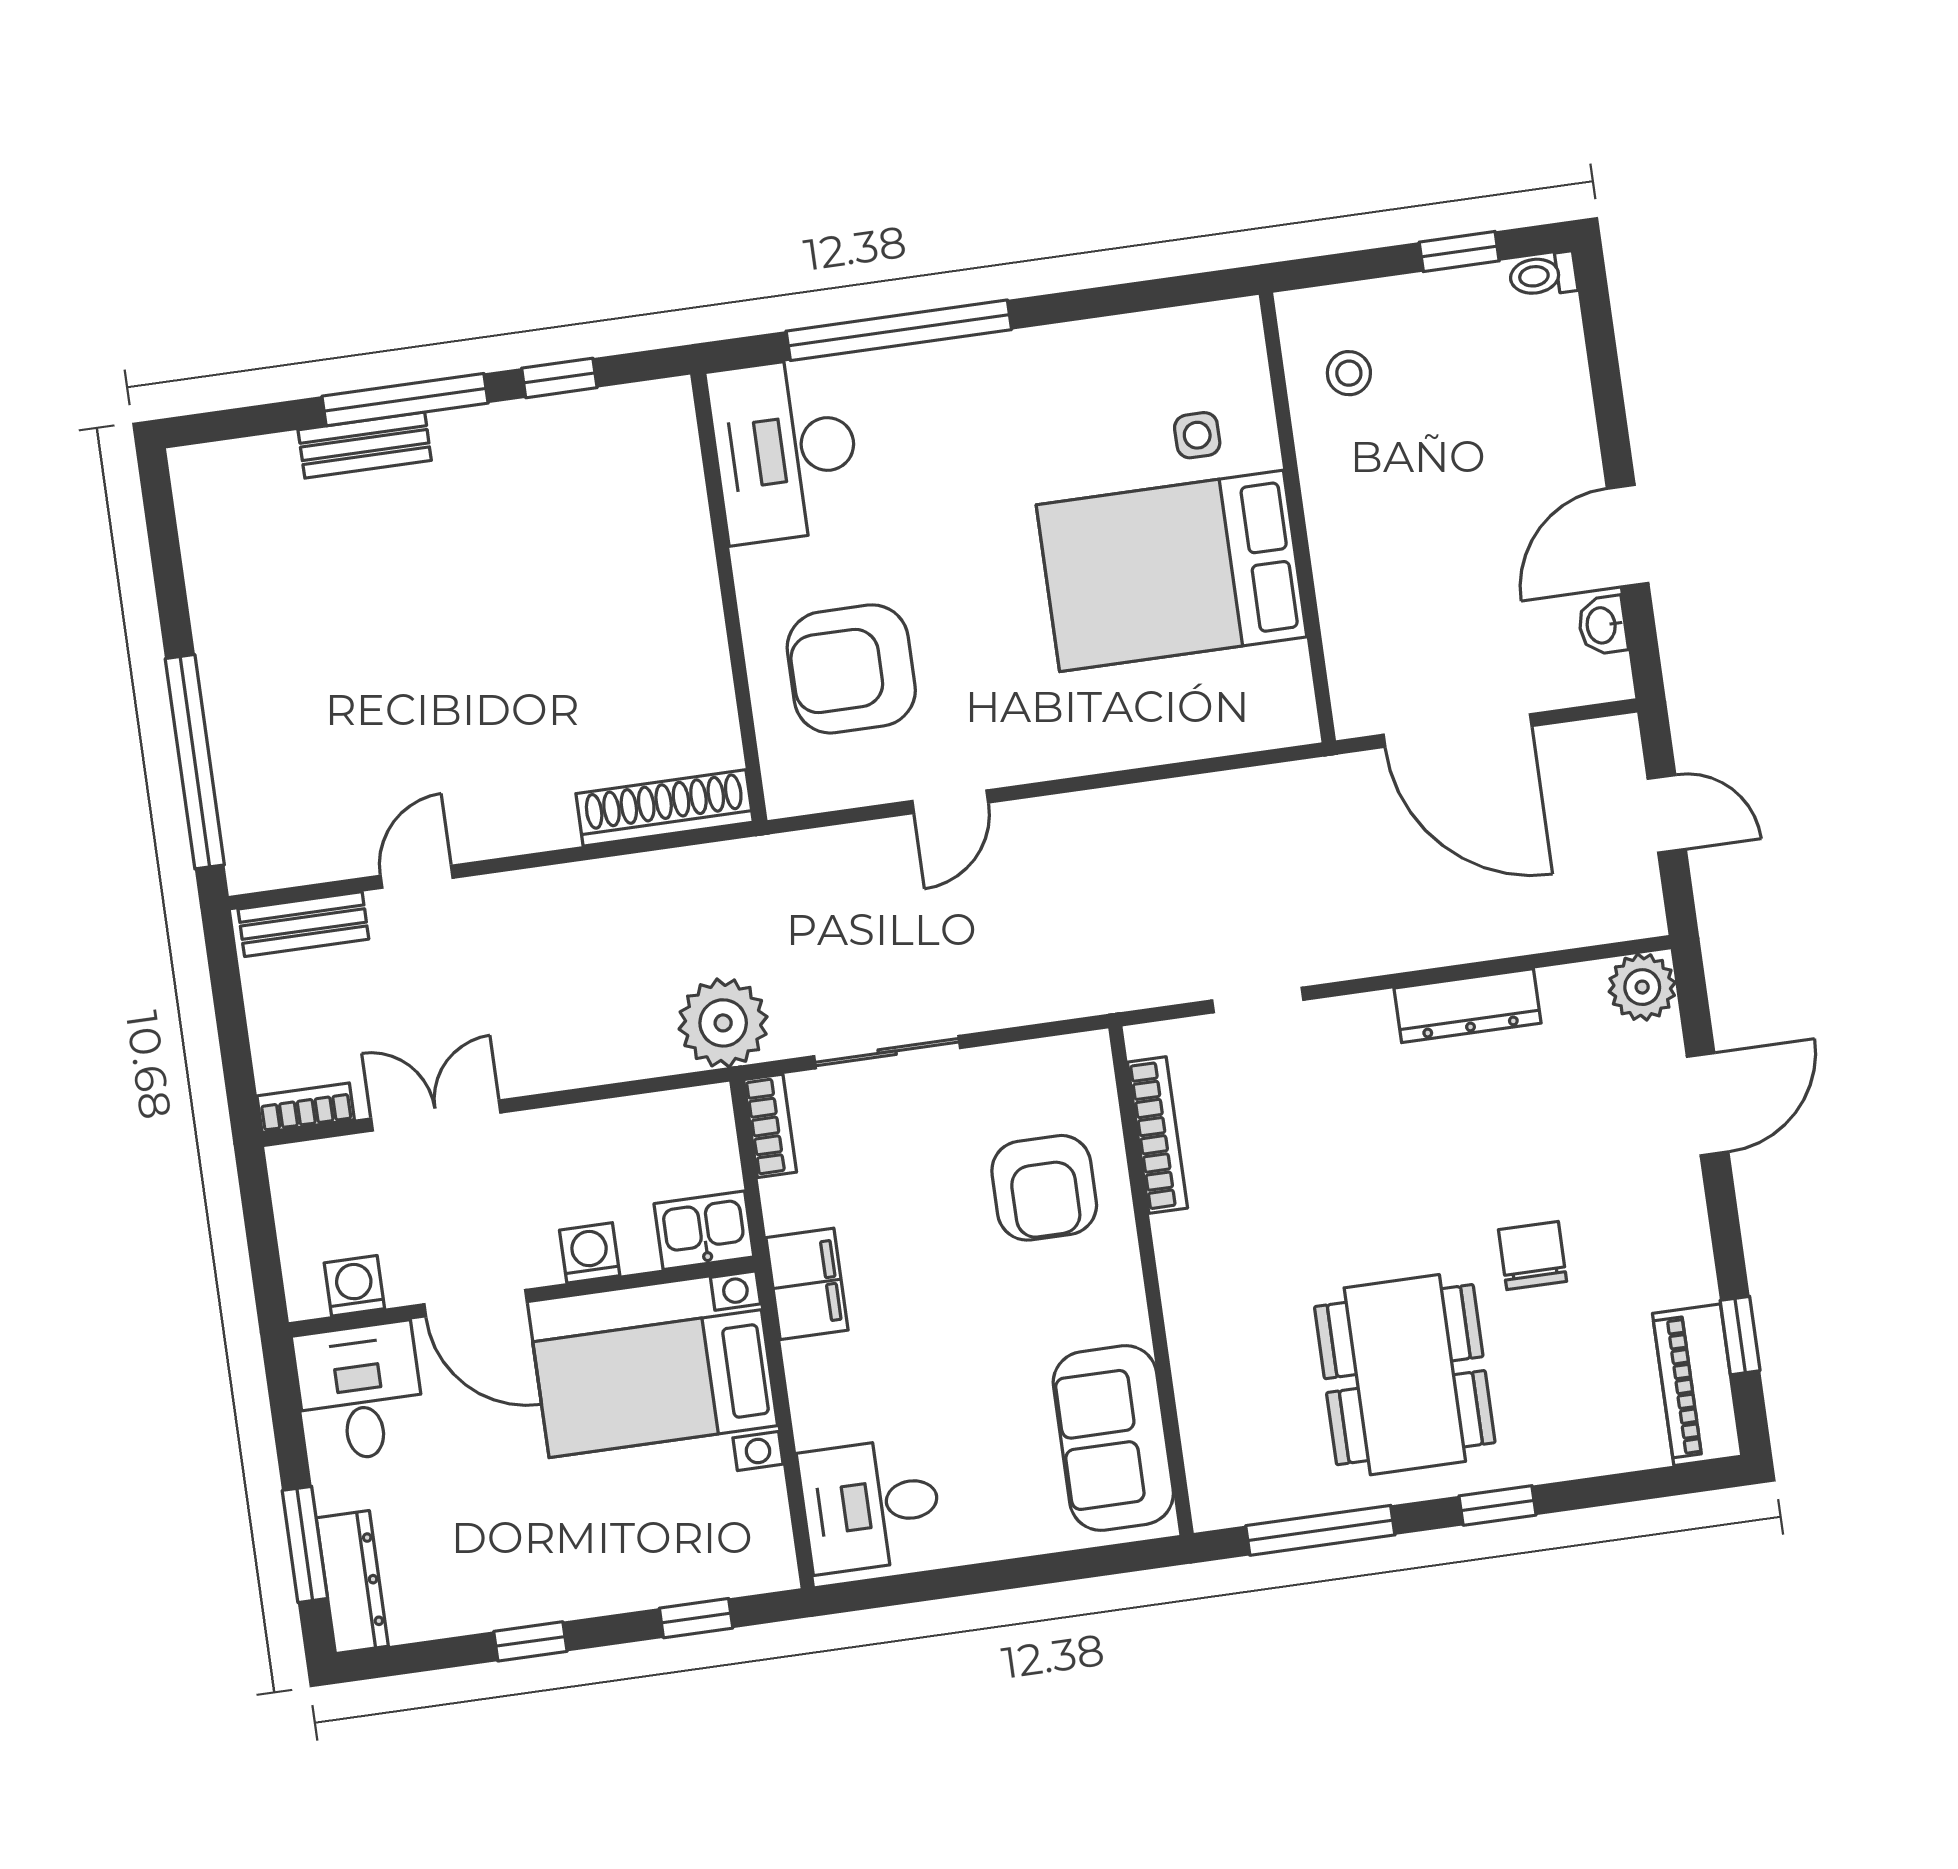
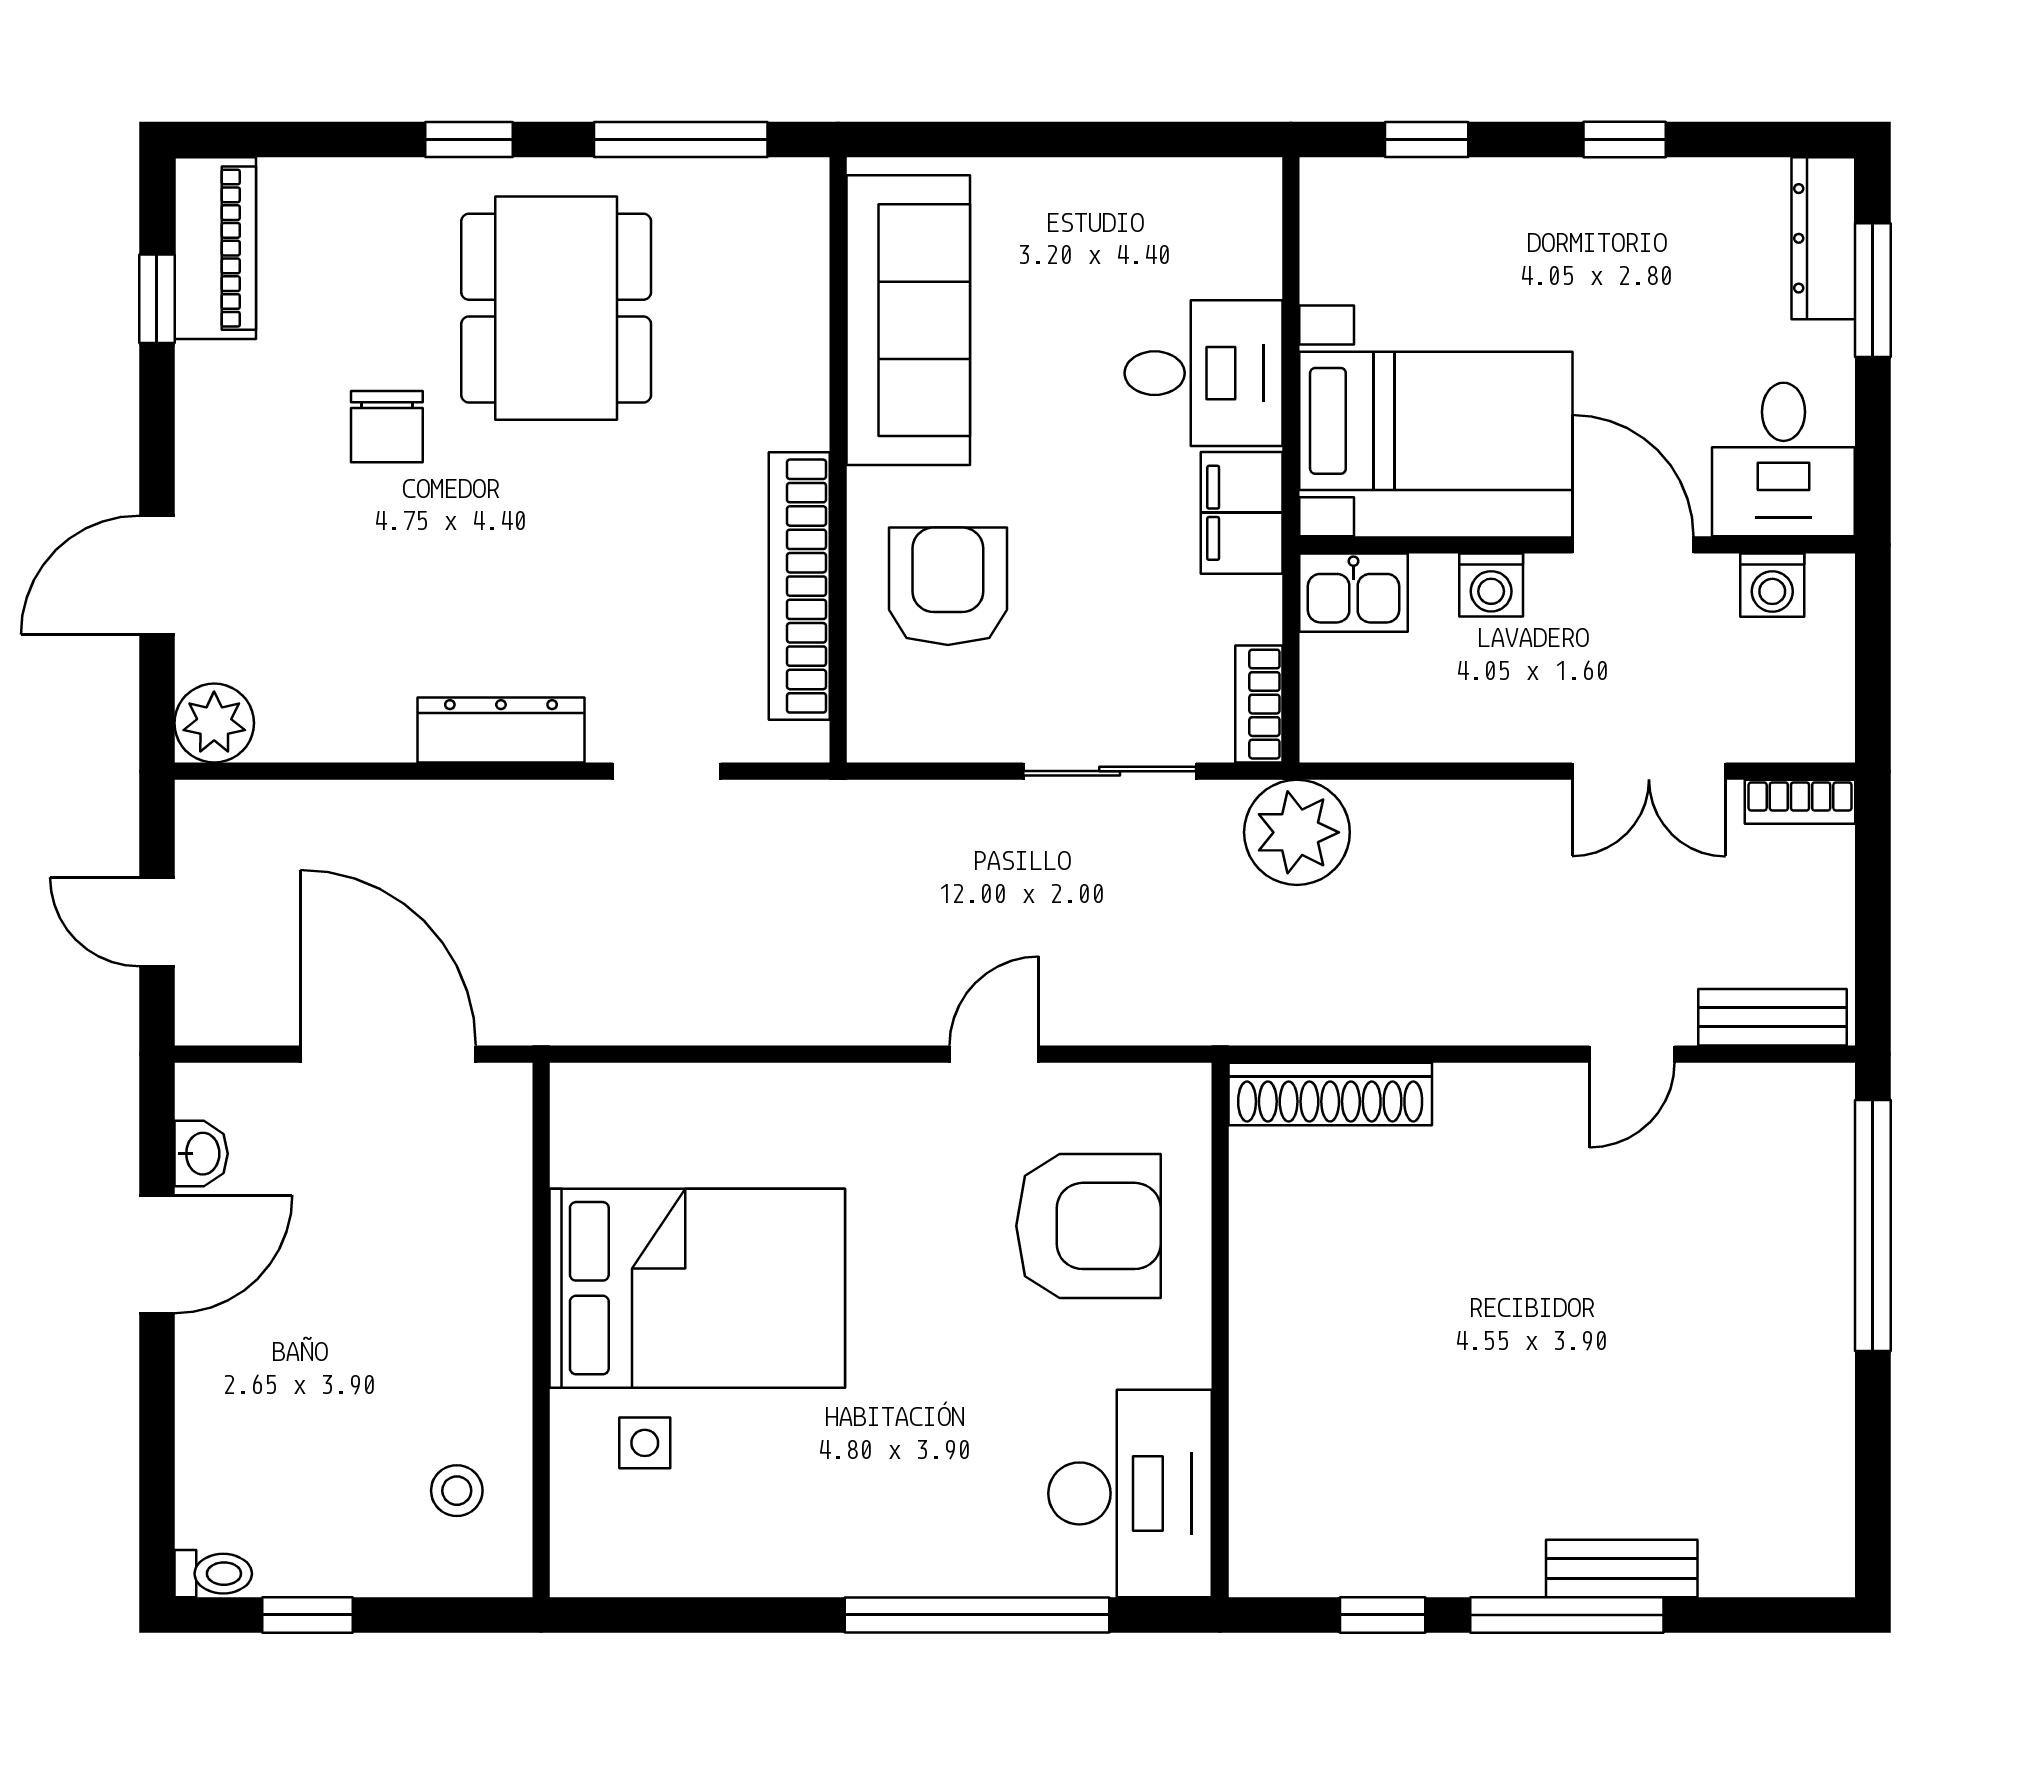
dresser: (1468, 1006) -> (501, 730), moved
bookcase: (1158, 1135) -> (799, 586), width x1.48, depth x1.31
sofa: (1113, 1438) -> (908, 320), width x1.36
desk: (871, 1505) -> (1203, 373), moved

